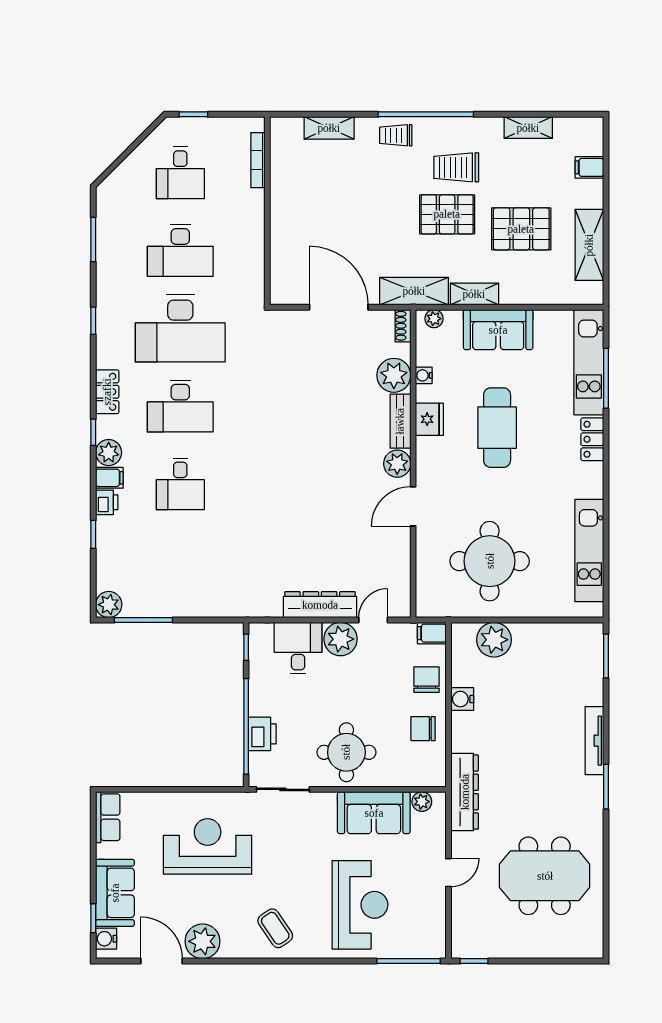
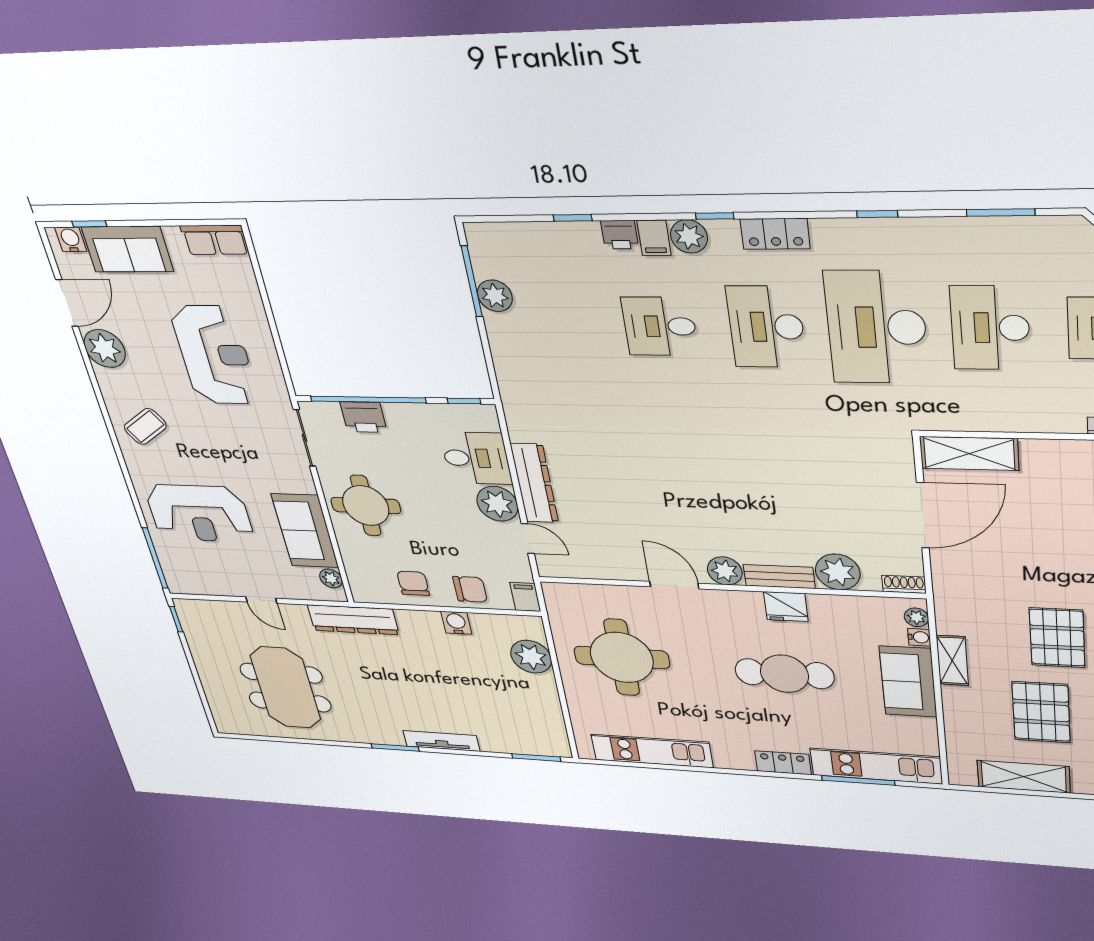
shelving: (414, 291) -> (969, 453), moved, turned 90
water cooler: (424, 375) -> (919, 637), moved, turned 90
plant: (109, 605) -> (495, 296), moved

